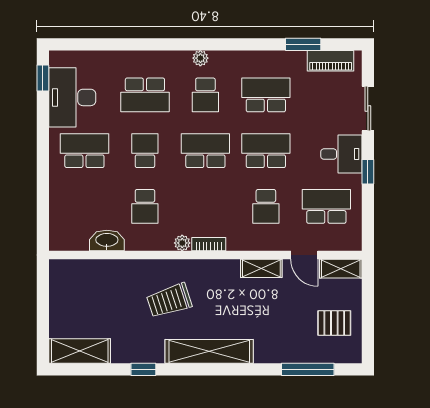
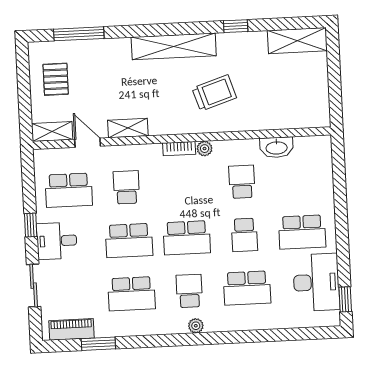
school desk: (145, 95) -> (247, 288), turned 180
pallet: (334, 323) -> (56, 79), turned 90

